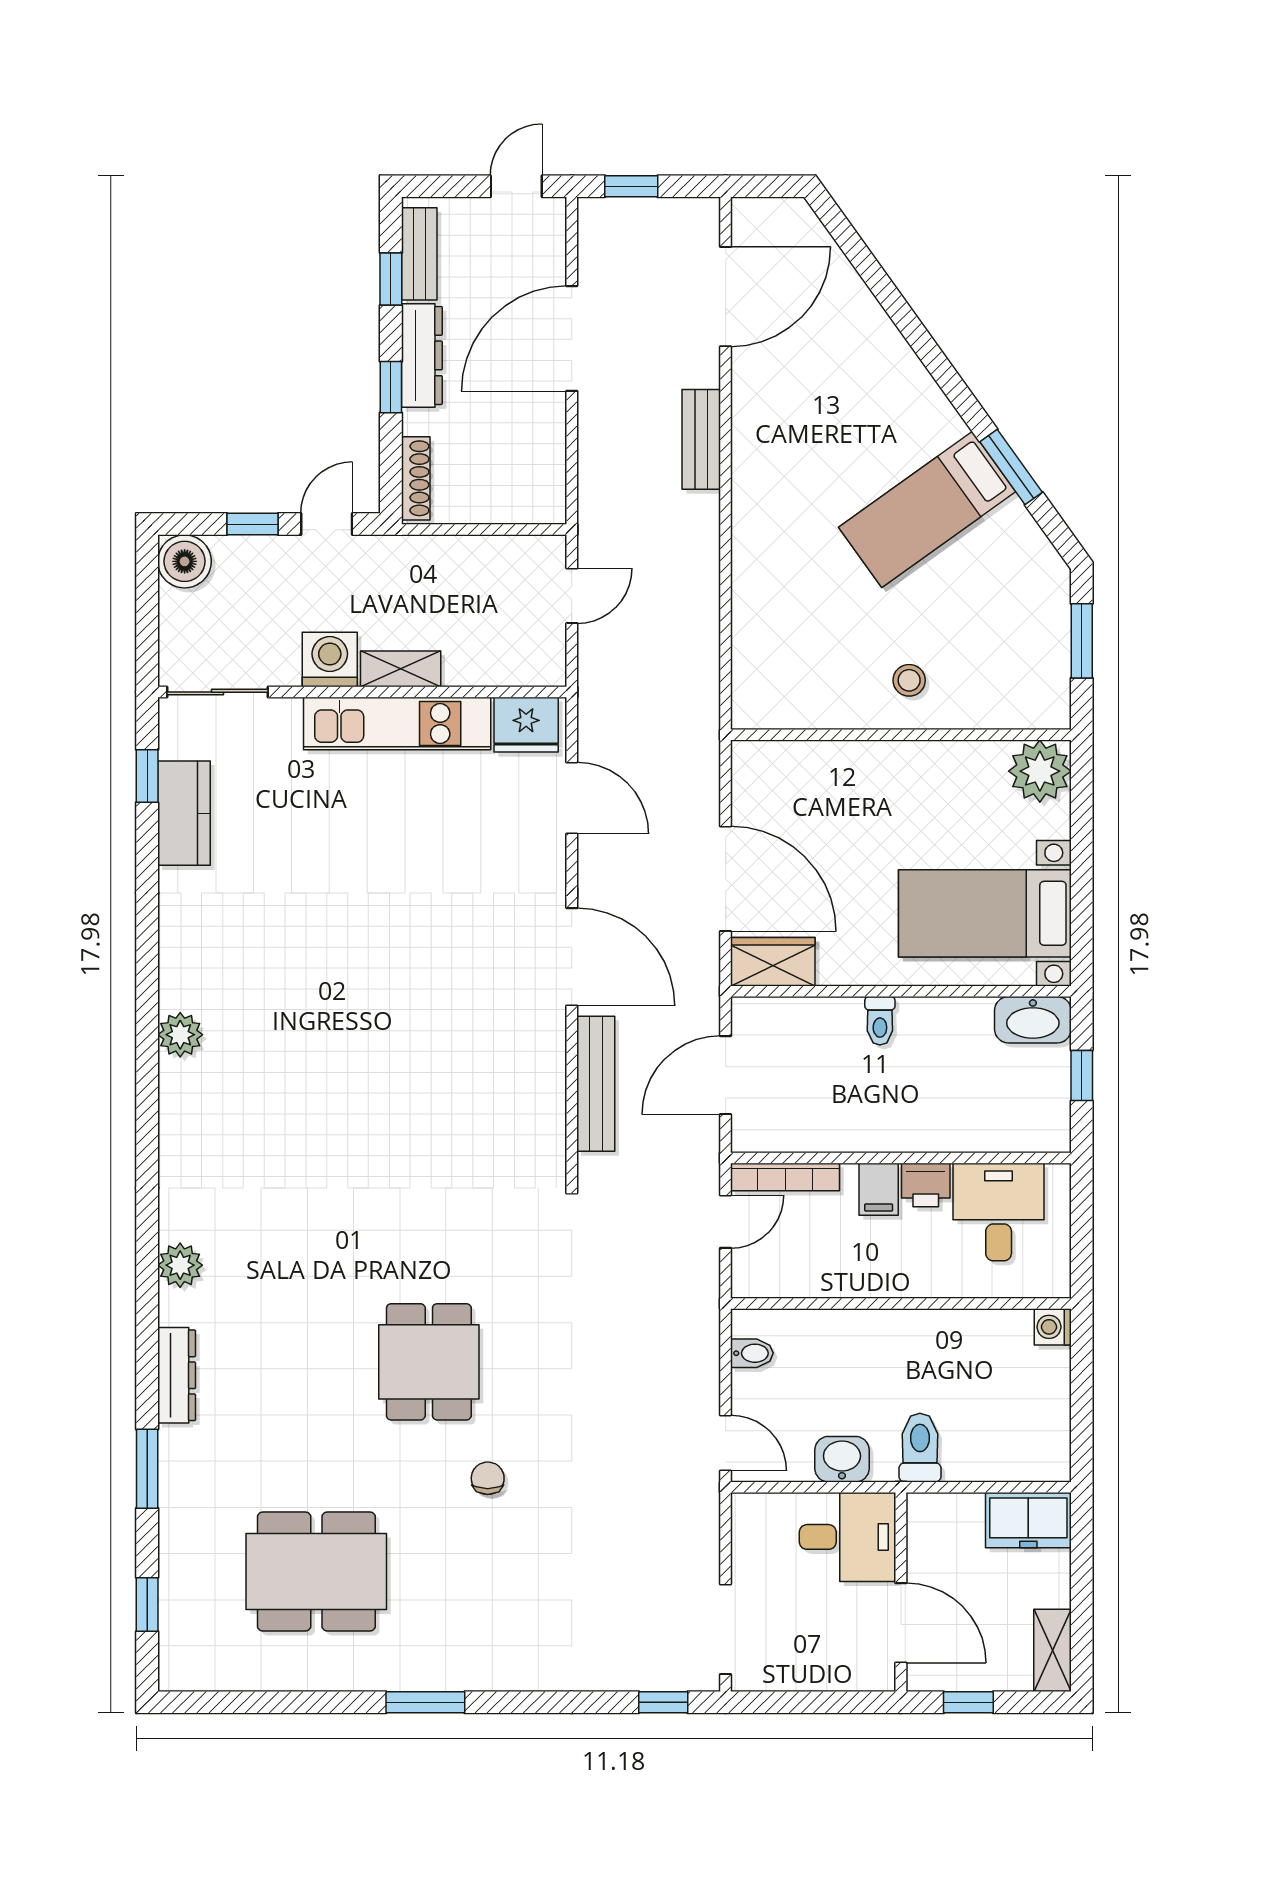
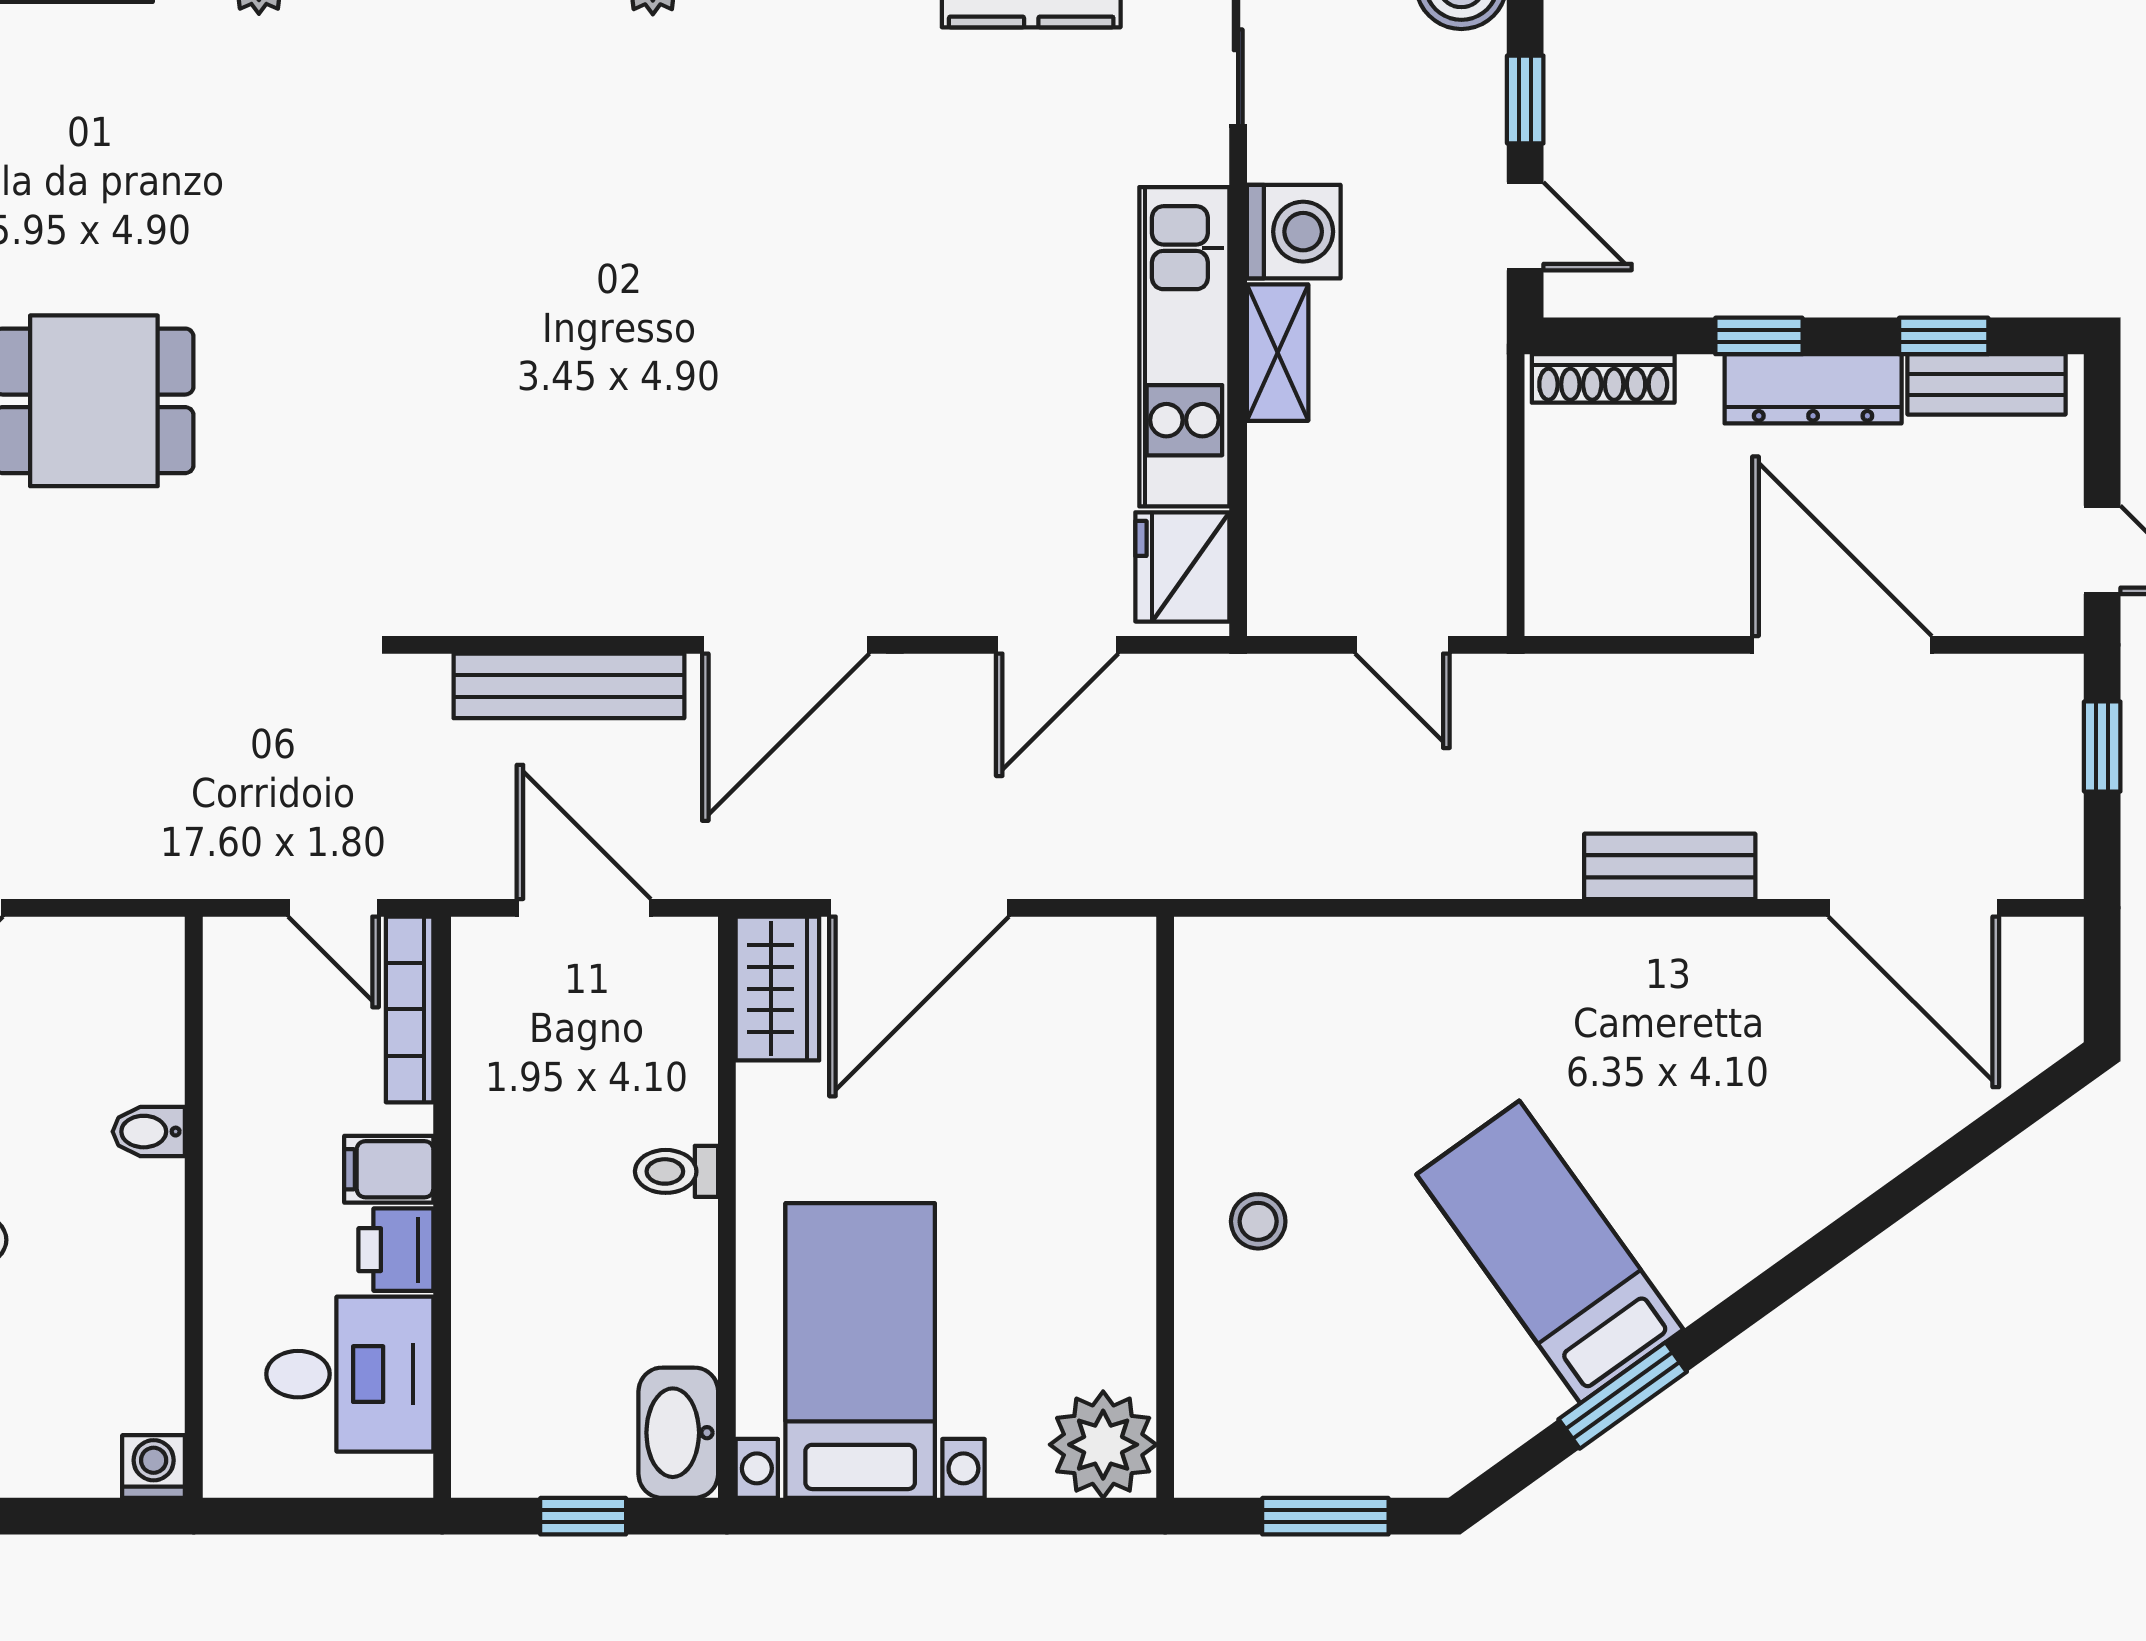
bidet: (752, 1353) -> (149, 1132), moved, turned 90

